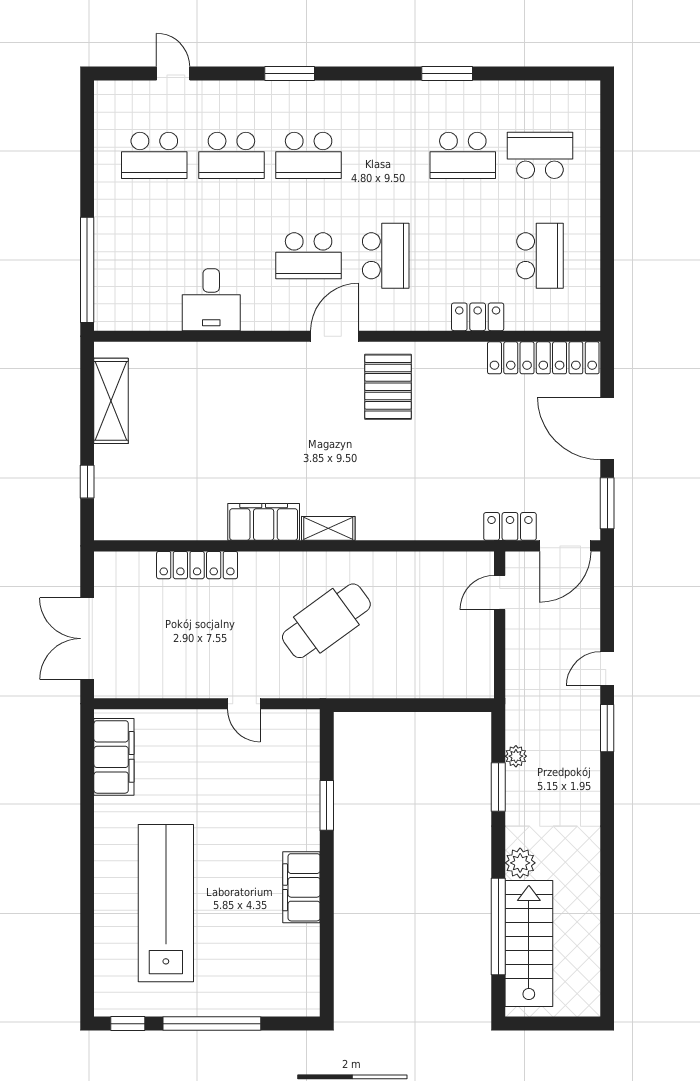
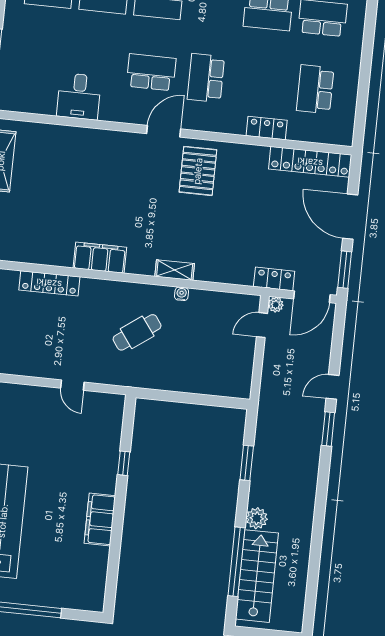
school desk: (309, 256) -> (151, 72), turned 180
school desk: (386, 256) -> (206, 78), turned 180
school desk: (540, 256) -> (315, 89), turned 180
shelving: (328, 528) -> (175, 270), moved
water cooler: (383, 561) -> (182, 294), added
cafe table: (326, 621) -> (137, 332), width x0.73, depth x0.74
plant: (516, 756) -> (276, 305), moved
window: (327, 805) -> (124, 463), width x0.67

